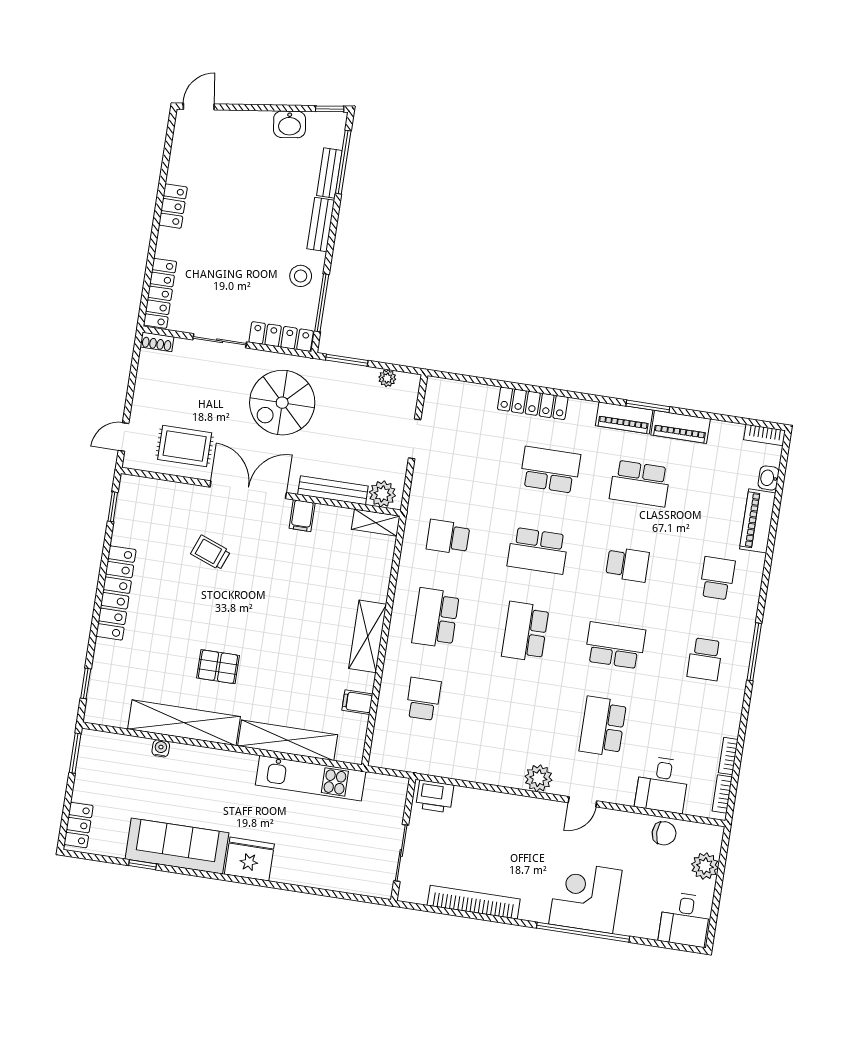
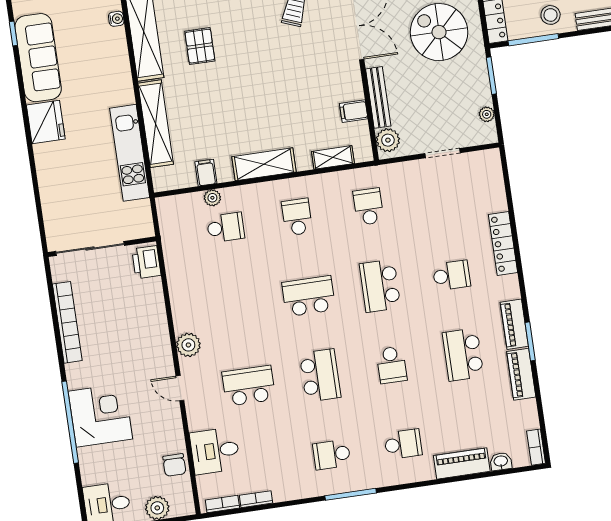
school desk: (550, 470) -> (451, 275), width x0.54
filing cabinet: (302, 516) -> (354, 111), moved
shelving: (376, 523) -> (333, 157), moved, turned 90
school desk: (436, 618) -> (297, 217), width x0.54
plant: (387, 703) -> (212, 198), added
sliding door: (401, 853) -> (90, 248), width x1.37

